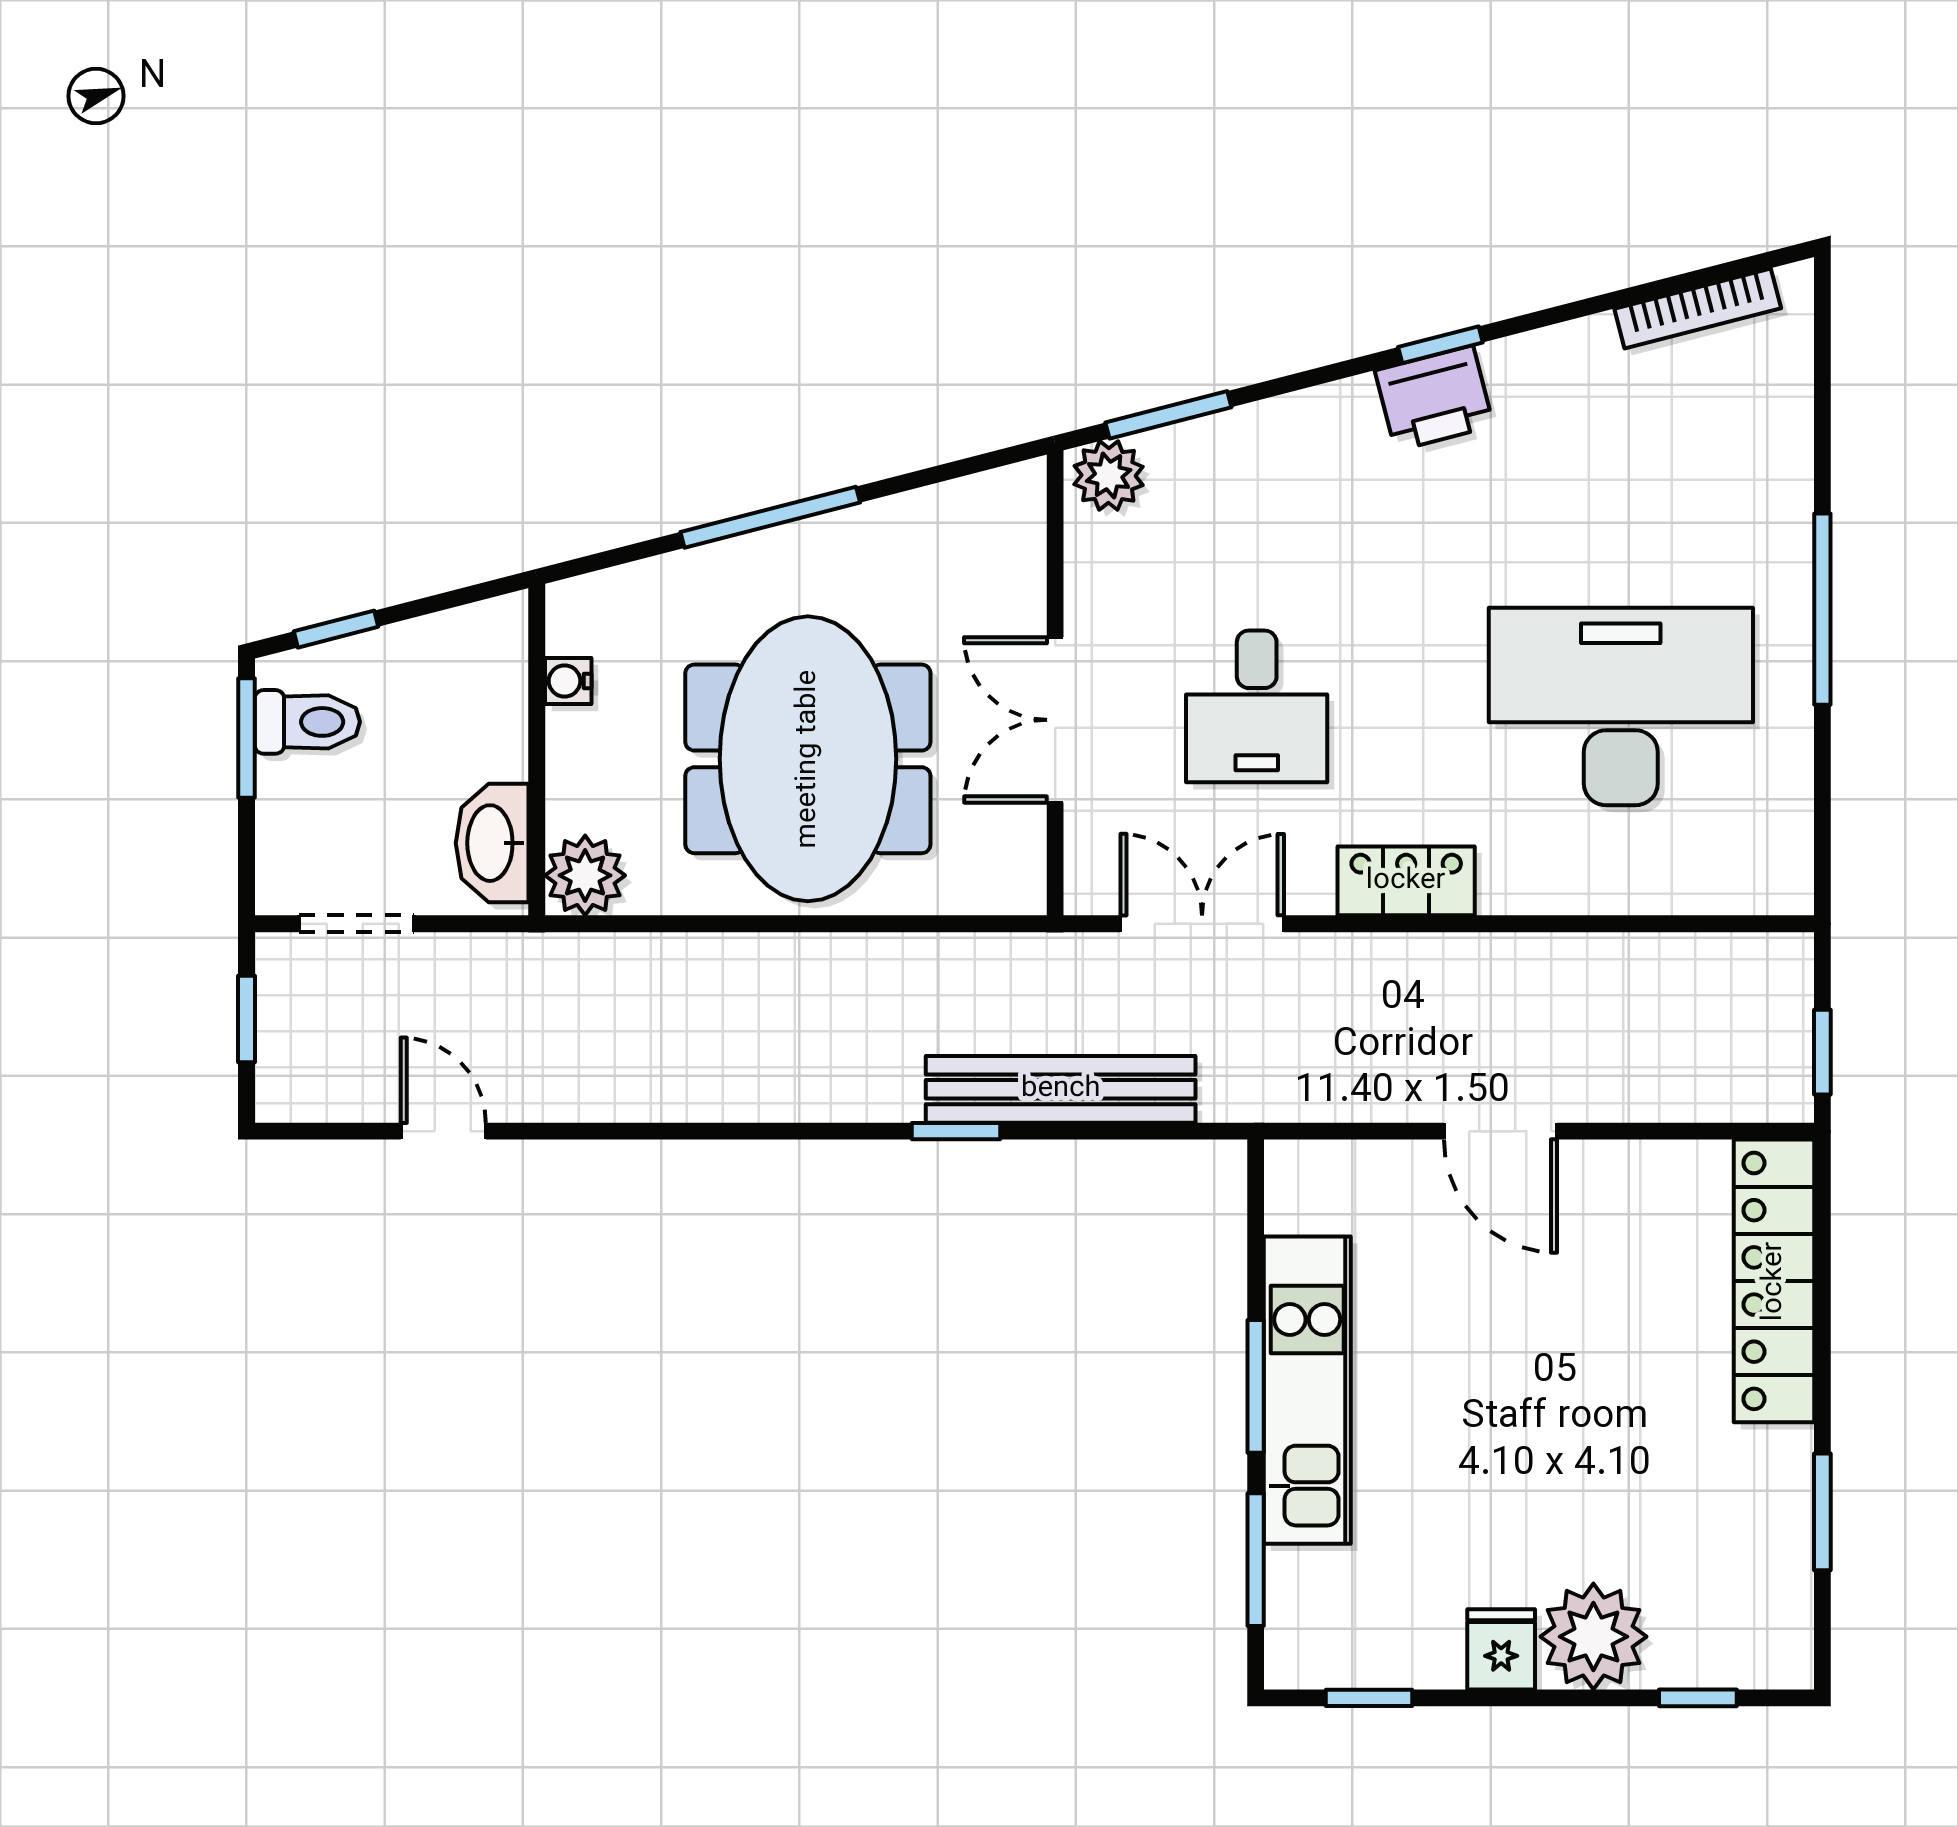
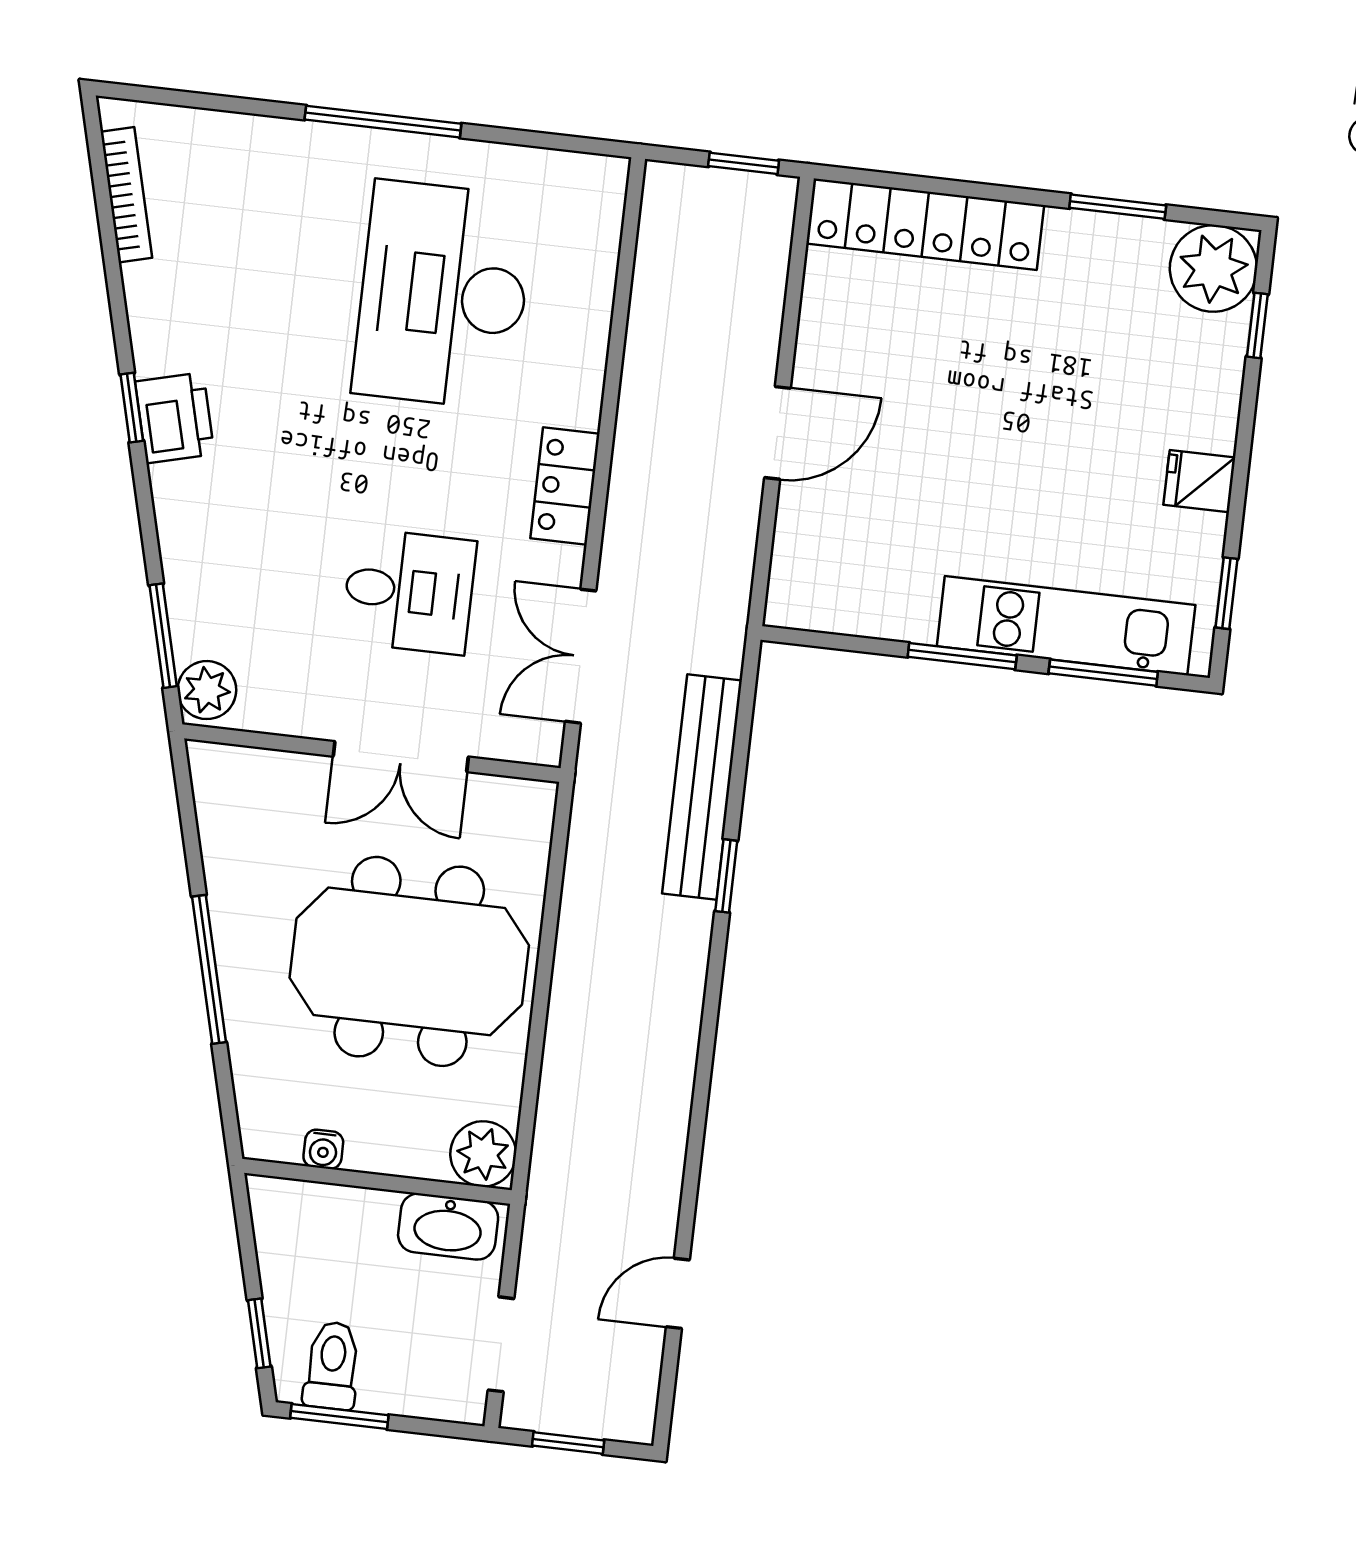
kitchen unit: (1307, 1390) -> (1066, 626), moved
plant: (1593, 1637) -> (1213, 268), moved

